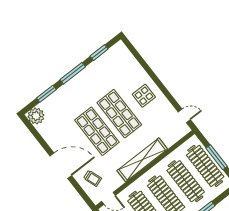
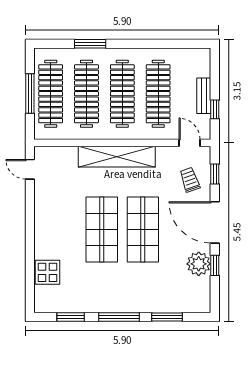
display table: (144, 96) -> (47, 272), moved
plant: (36, 116) -> (199, 264), moved
window: (42, 142) -> (215, 265), added
window: (81, 192) -> (215, 174), added

